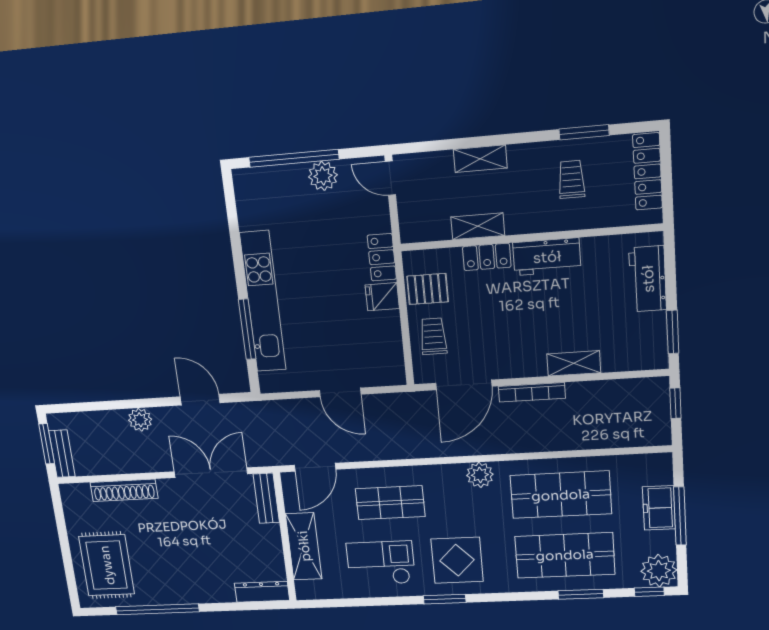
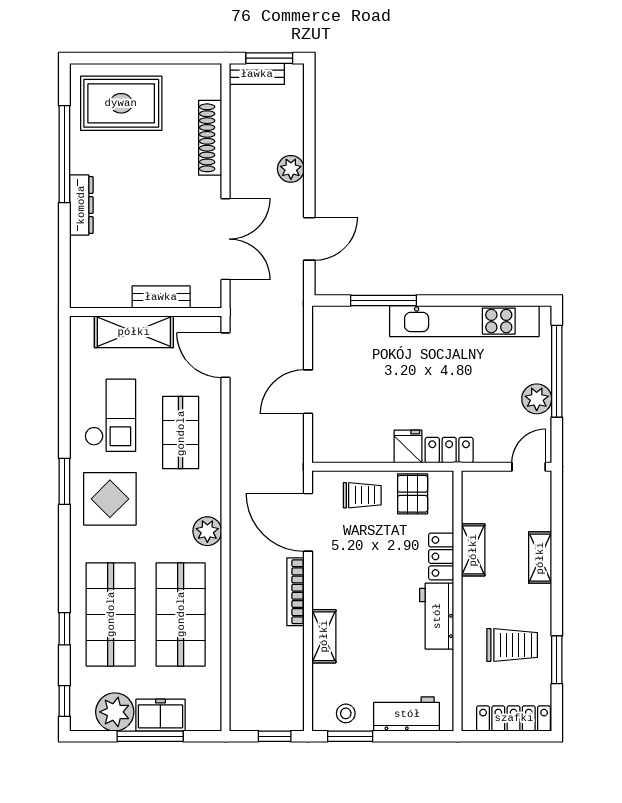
trolley: (571, 179) -> (512, 645), width x1.36, depth x1.39
kitchen unit: (263, 302) -> (464, 321), moved
stool: (650, 338) -> (346, 713), added
bench: (266, 498) -> (161, 297), moved
plant: (659, 571) -> (115, 712), moved
dresser: (262, 592) -> (81, 205), moved
window: (581, 594) -> (64, 629), width x0.67

